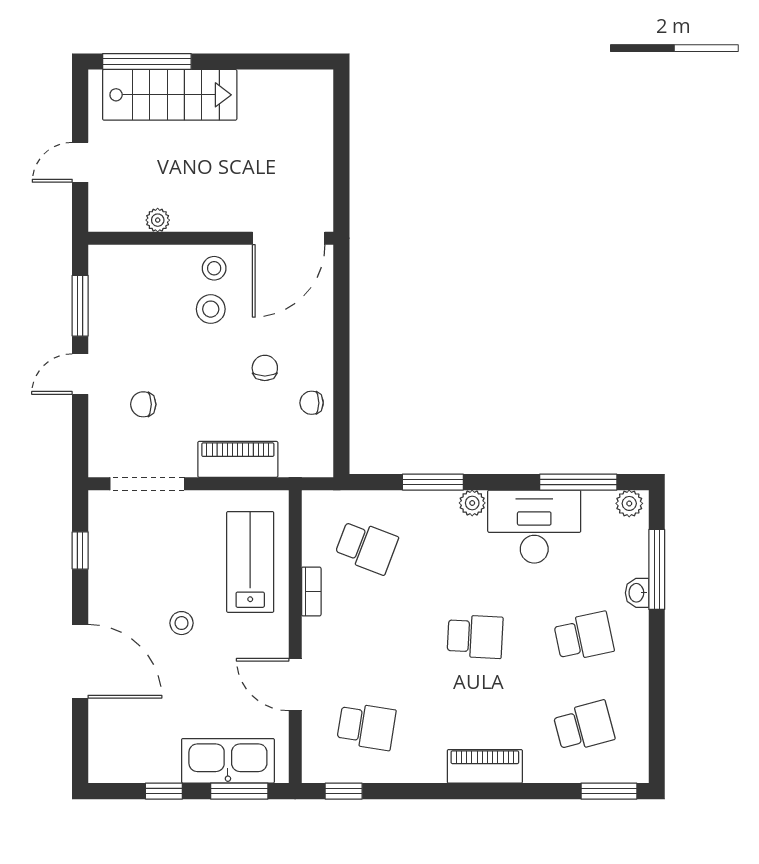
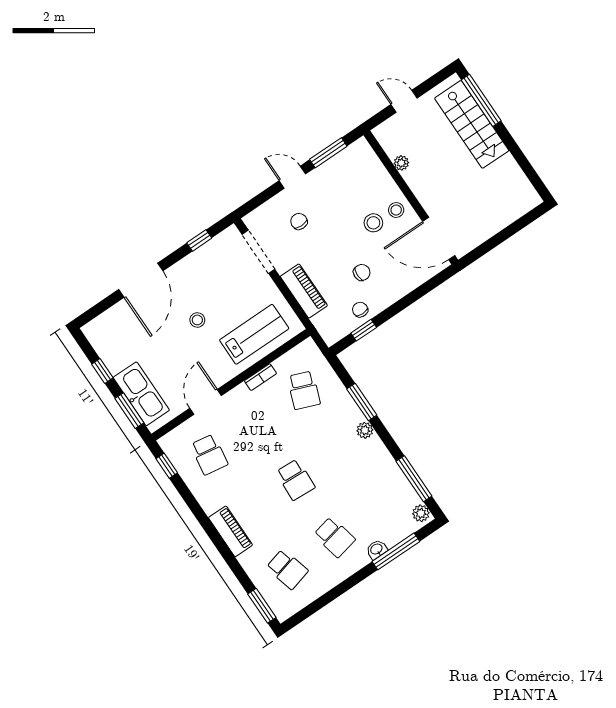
window: (341, 416) -> (364, 330), added
desk: (534, 527) -> (375, 471), removed

